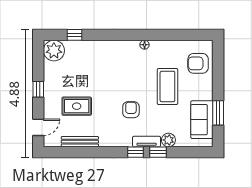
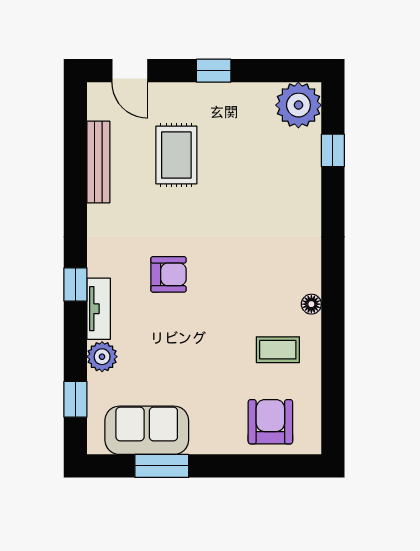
coffee table: (167, 86) -> (278, 350), moved, width x0.54, depth x0.58
window: (158, 152) -> (75, 399), moved

